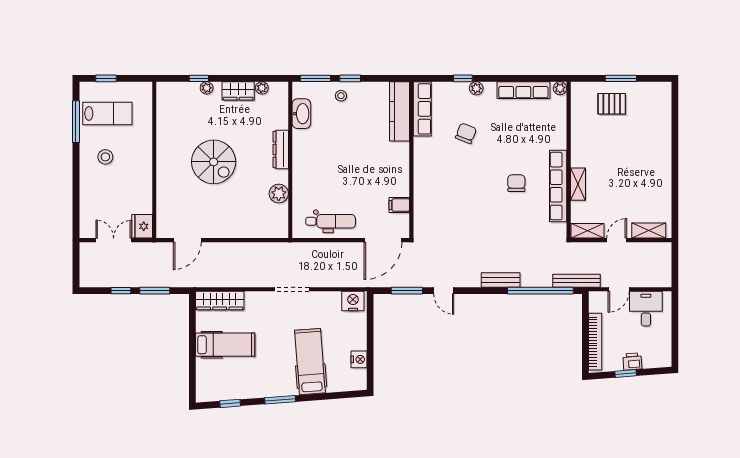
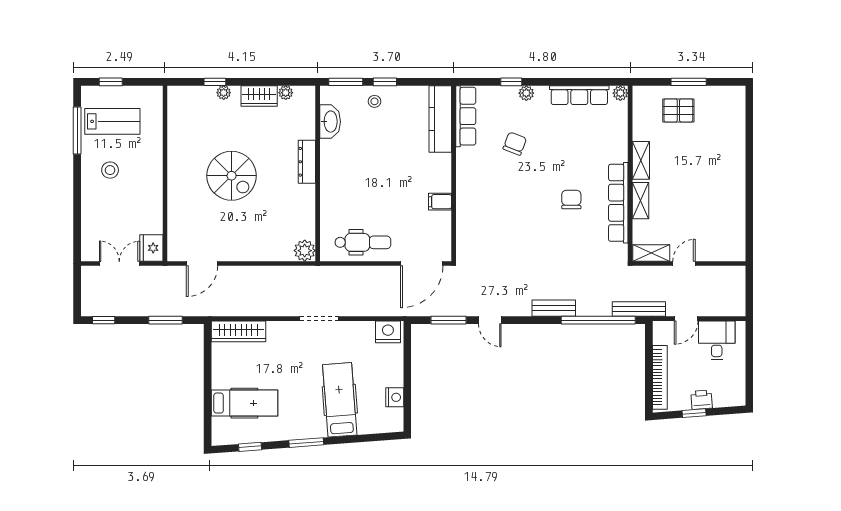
plant: (279, 194) -> (305, 251), moved
filing cabinet: (399, 205) -> (440, 202), moved
shelving: (649, 231) -> (641, 160), moved, turned 90
window: (121, 291) -> (104, 320), moved
hospital bed: (225, 345) -> (244, 403), moved

